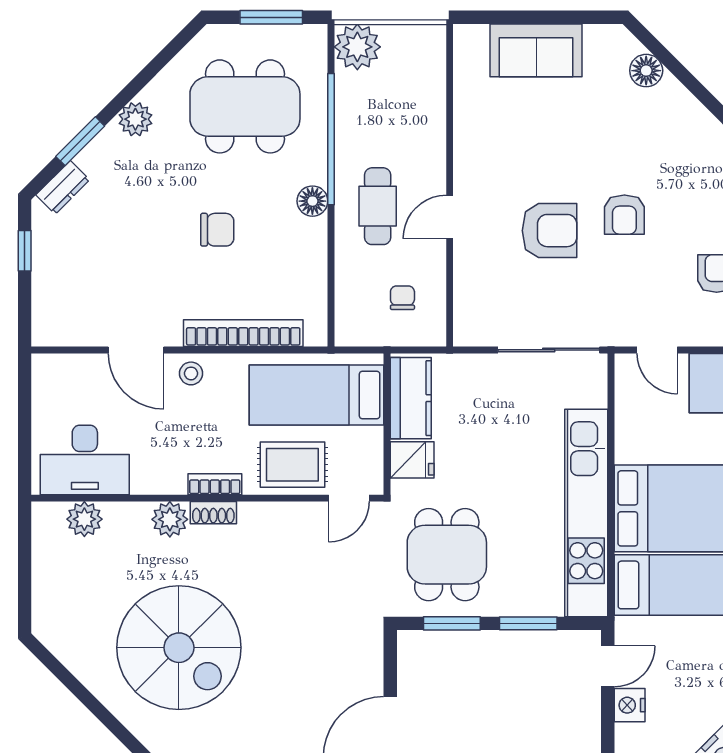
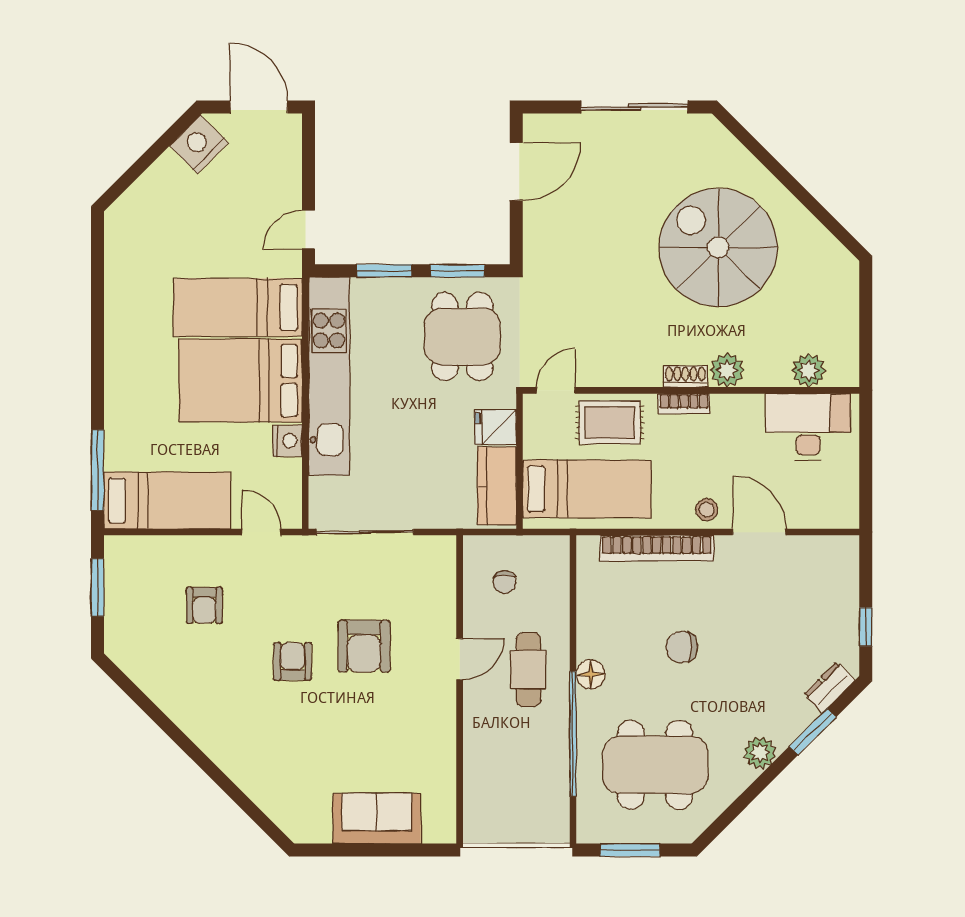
plant: (357, 47) -> (548, 822), removed
floor lamp: (646, 71) -> (272, 799), removed
armchair: (550, 231) -> (364, 646), turned -90
nightstand: (630, 705) -> (287, 441), moved

